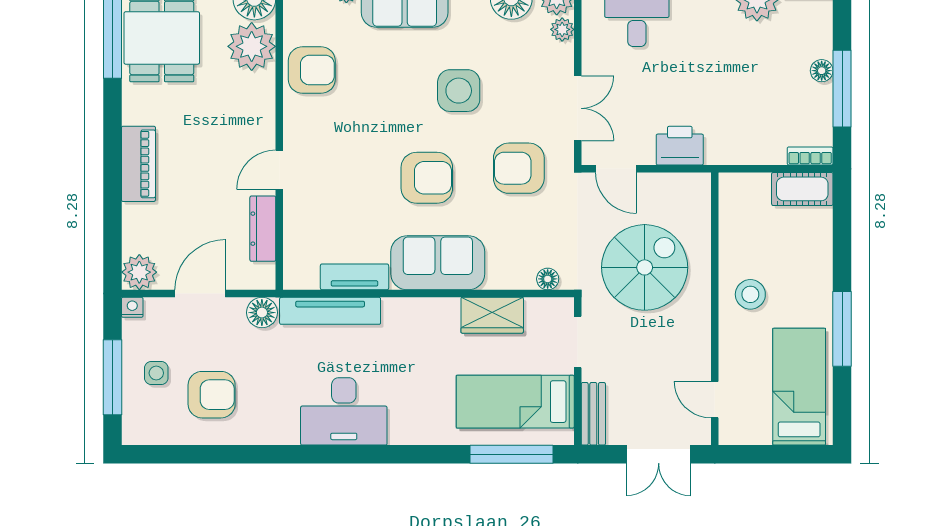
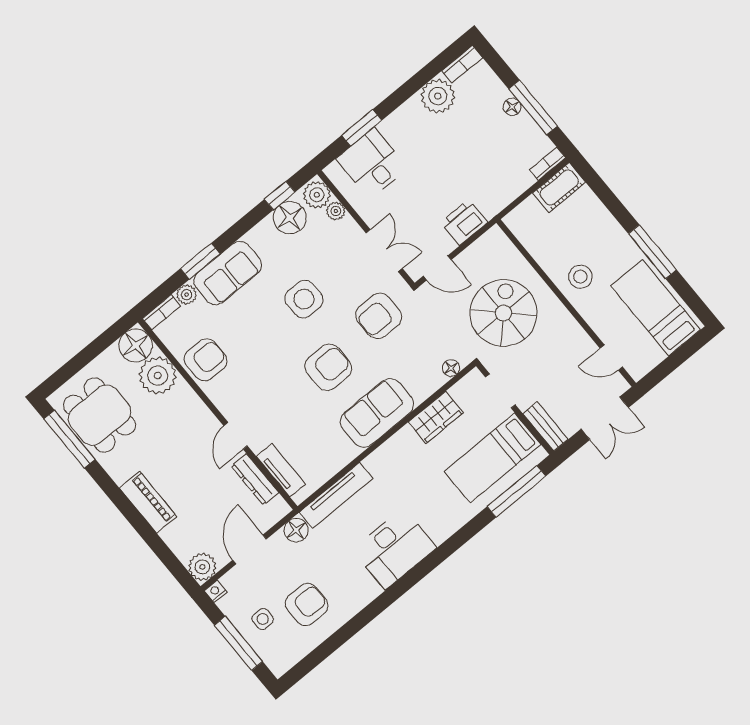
tv unit: (354, 277) -> (281, 470), moved, turned 90

